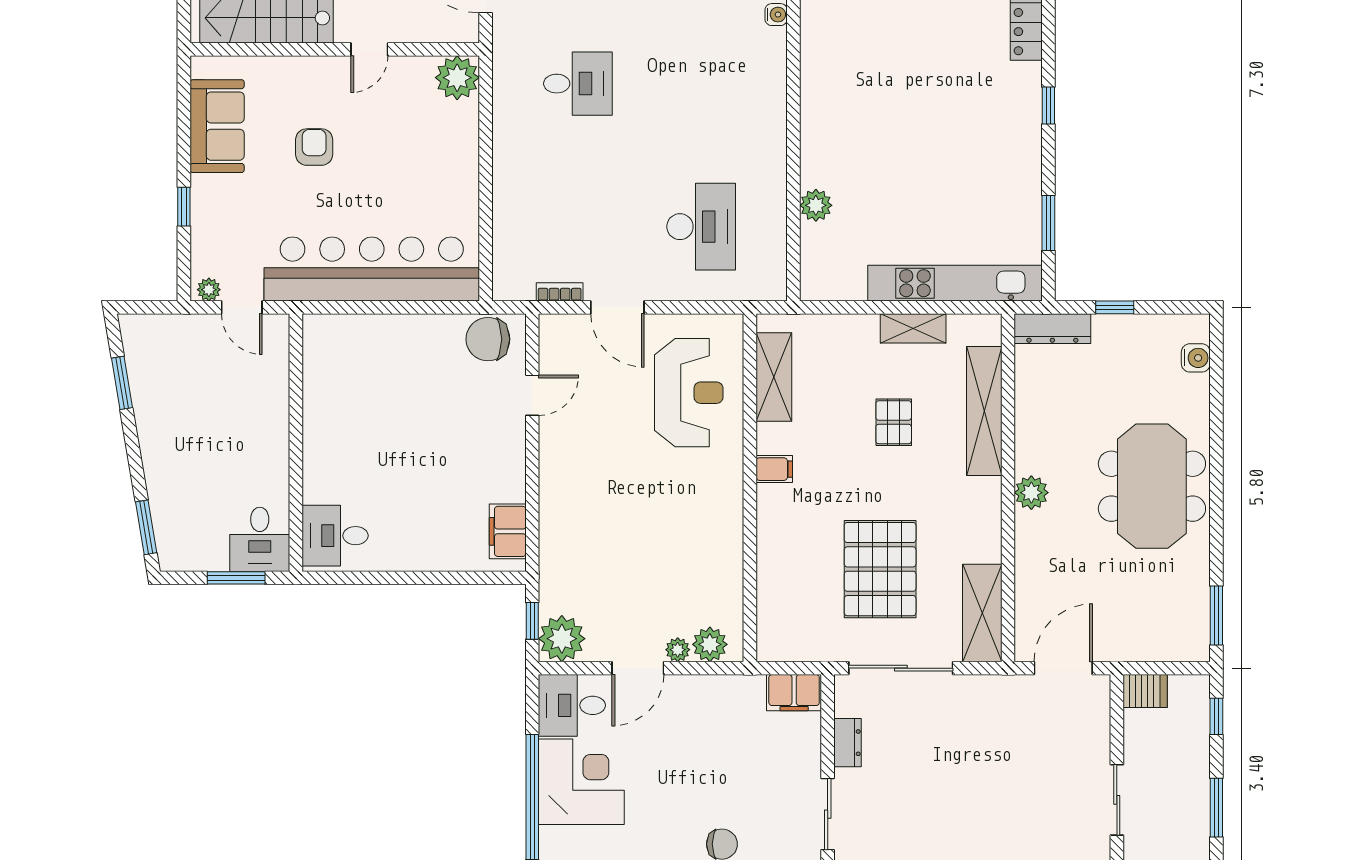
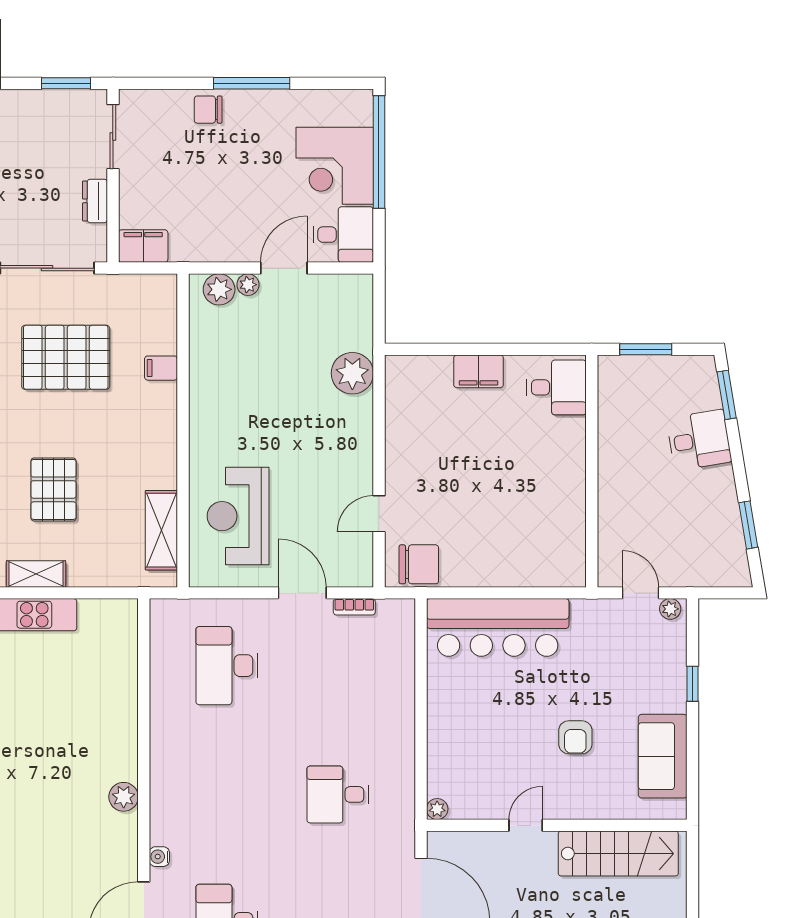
plant: (457, 78) -> (437, 809), width x0.53, depth x0.53
plant: (816, 205) -> (124, 797), moved
bar counter: (372, 269) -> (498, 627), width x0.73
pallet: (894, 422) -> (54, 489), width x1.50, depth x1.42
filing cabinet: (774, 469) -> (161, 368), moved
filing cabinet: (508, 531) -> (479, 371), moved, turned 90
desk: (260, 539) -> (699, 440), moved, turned 81
pallet: (880, 569) -> (66, 357), turned 90
window: (532, 621) -> (379, 311), removed
plant: (562, 639) -> (352, 373), moved

